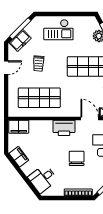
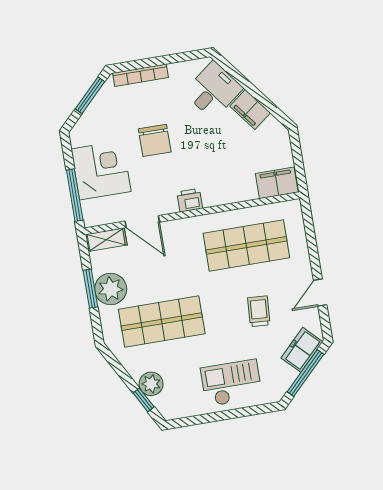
printer: (64, 128) -> (190, 200), width x0.53, depth x0.68
filing cabinet: (19, 157) -> (250, 109), moved

